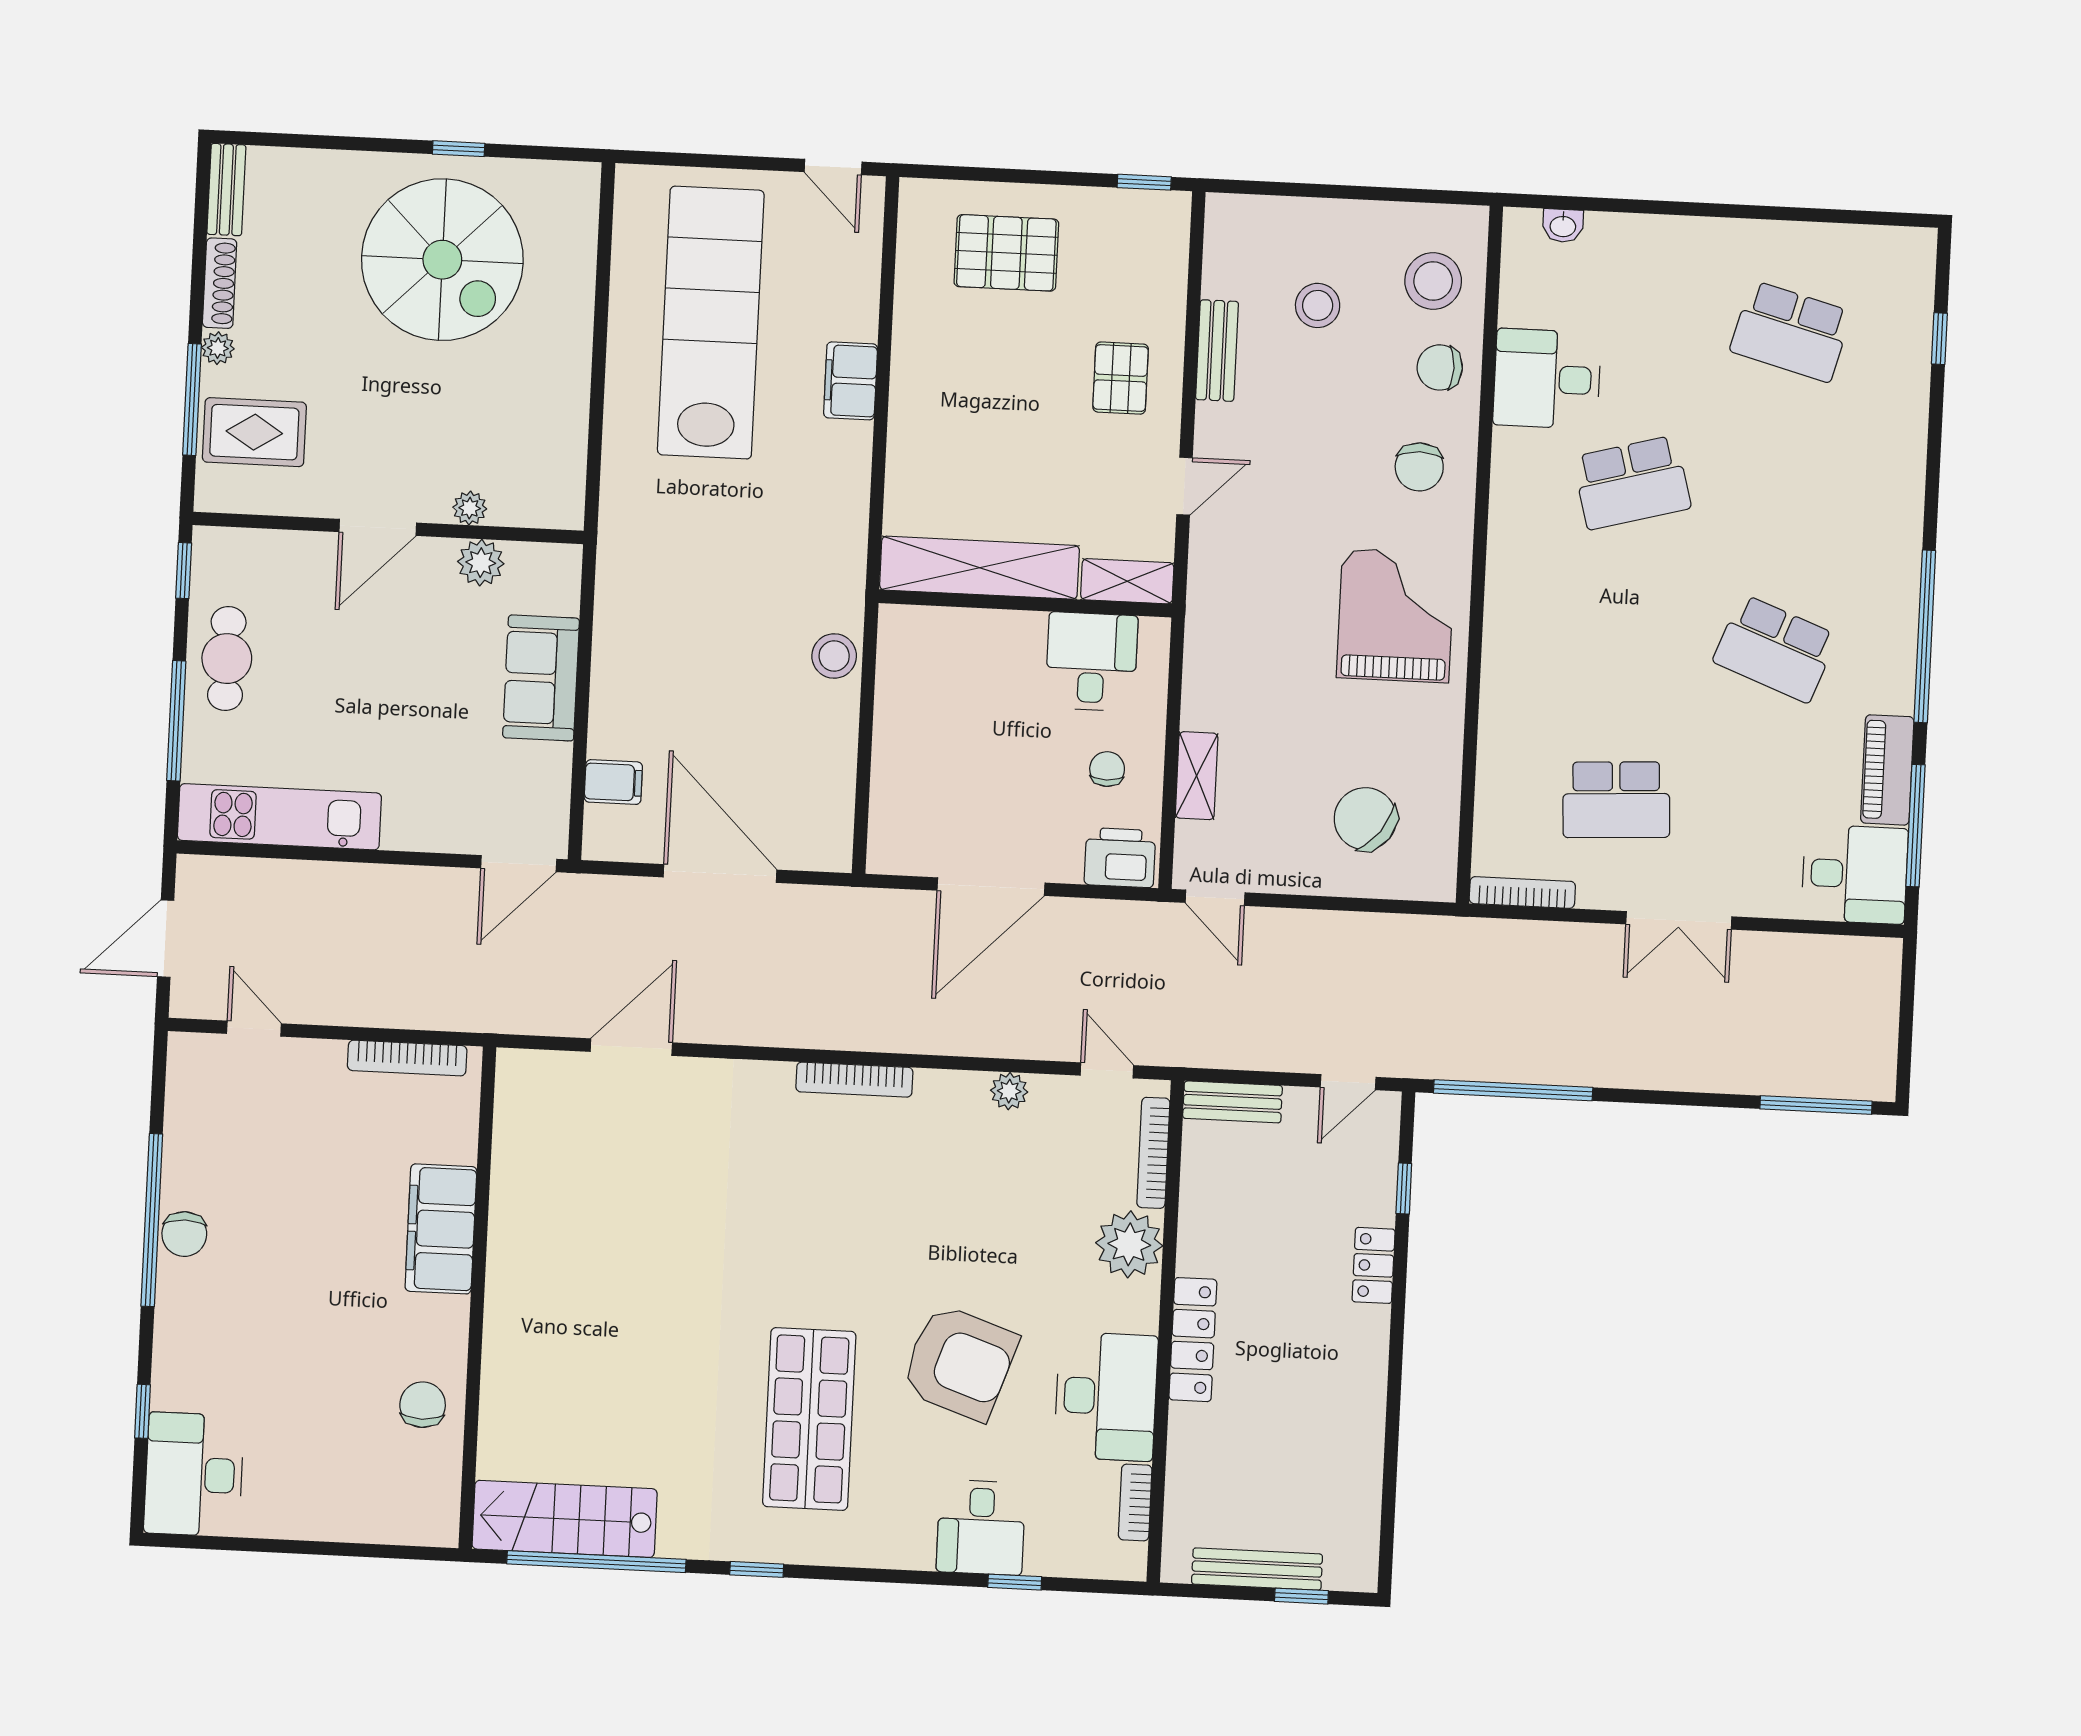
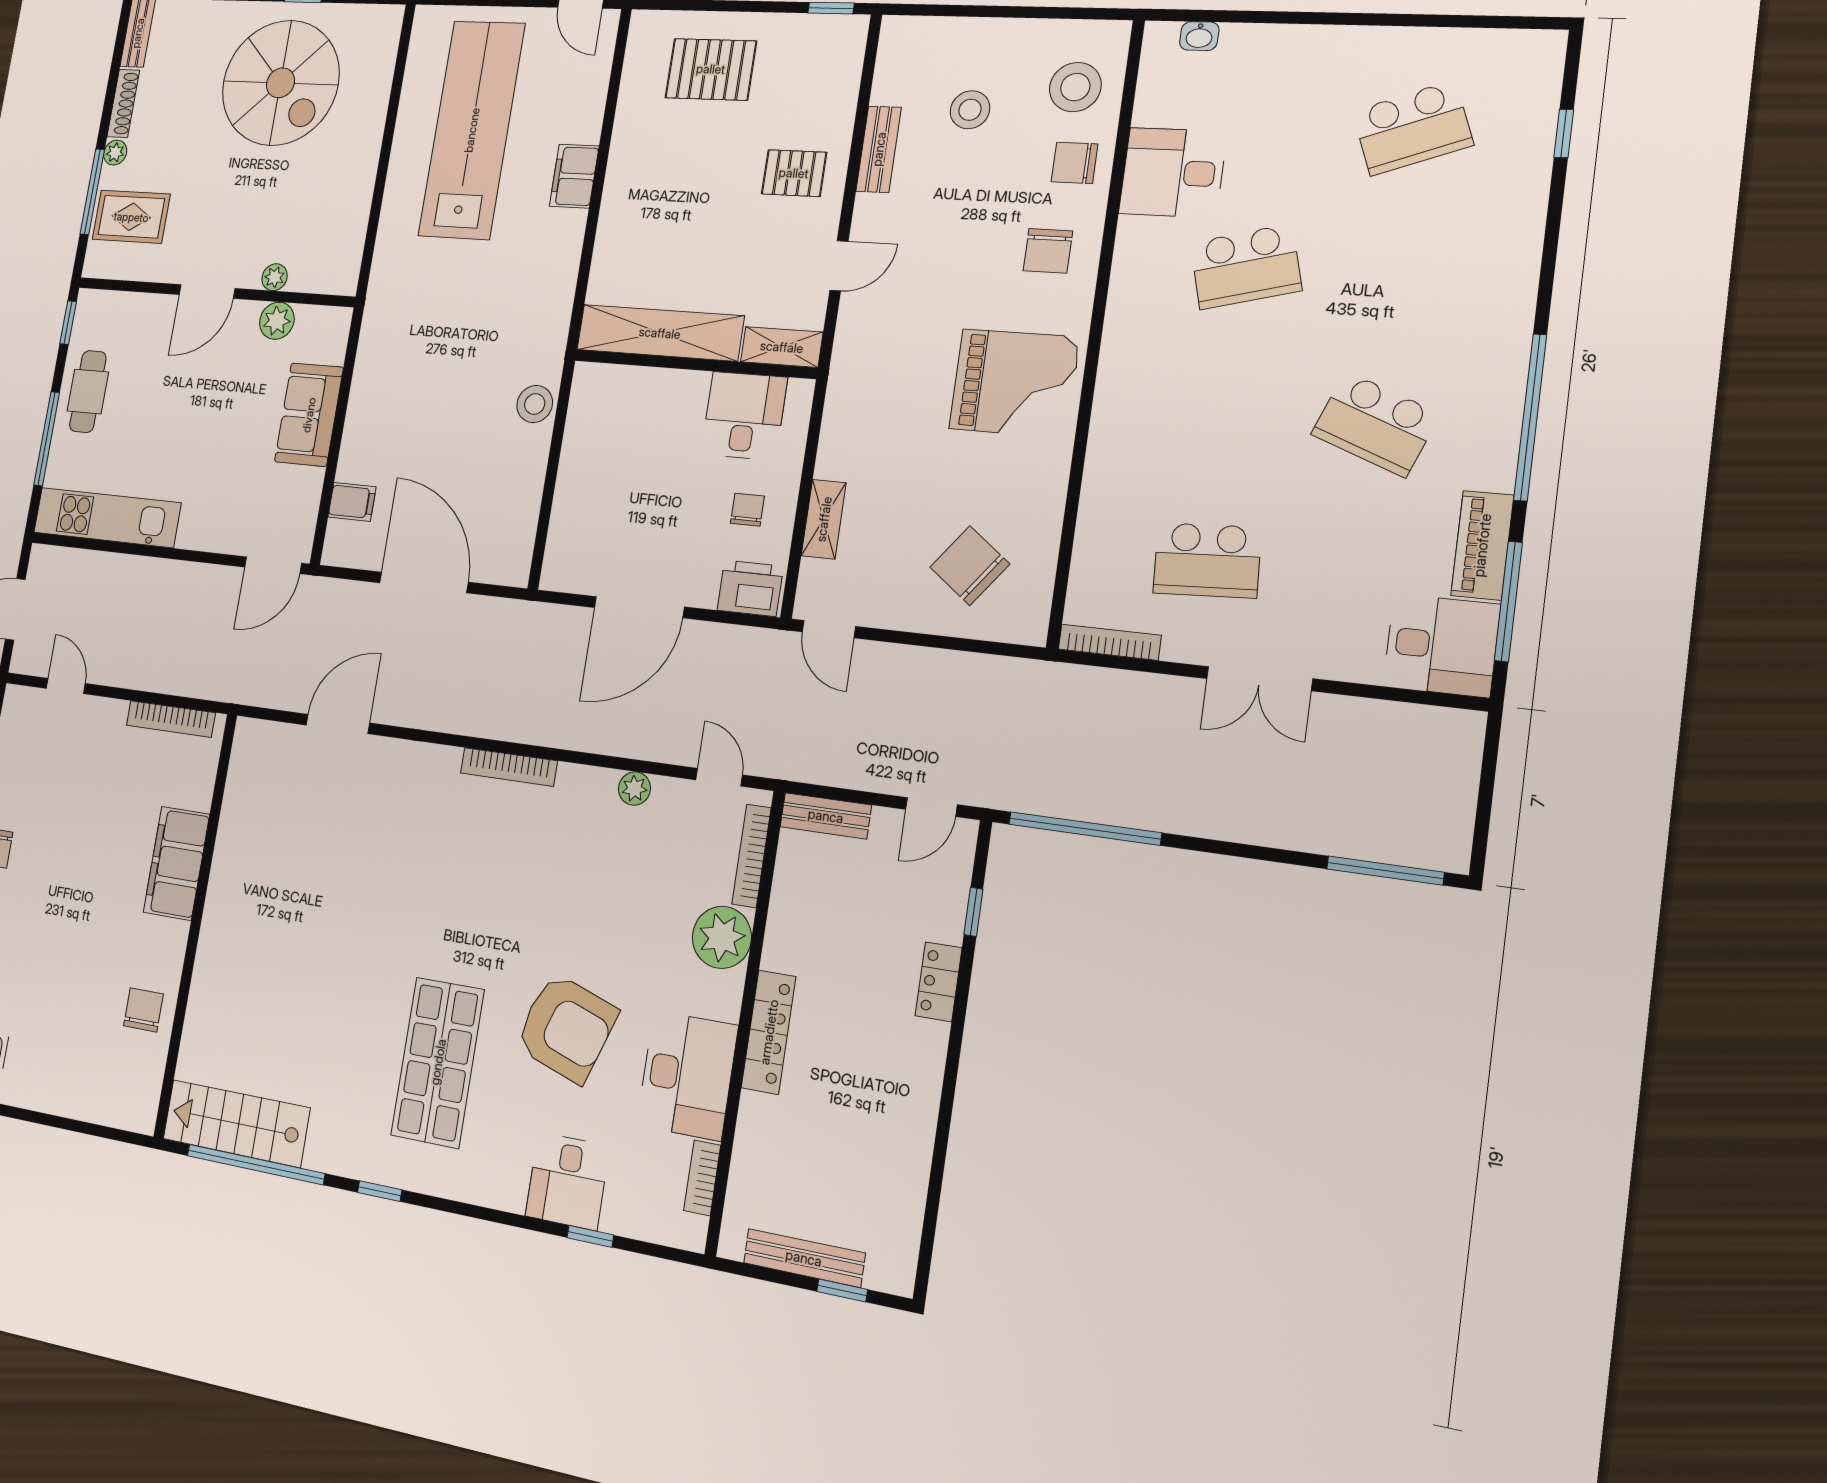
school desk: (1791, 331) -> (1413, 128), turned -36
pallet: (1121, 378) -> (794, 173), turned 90
grand piano: (1396, 616) -> (1014, 383), turned 90

